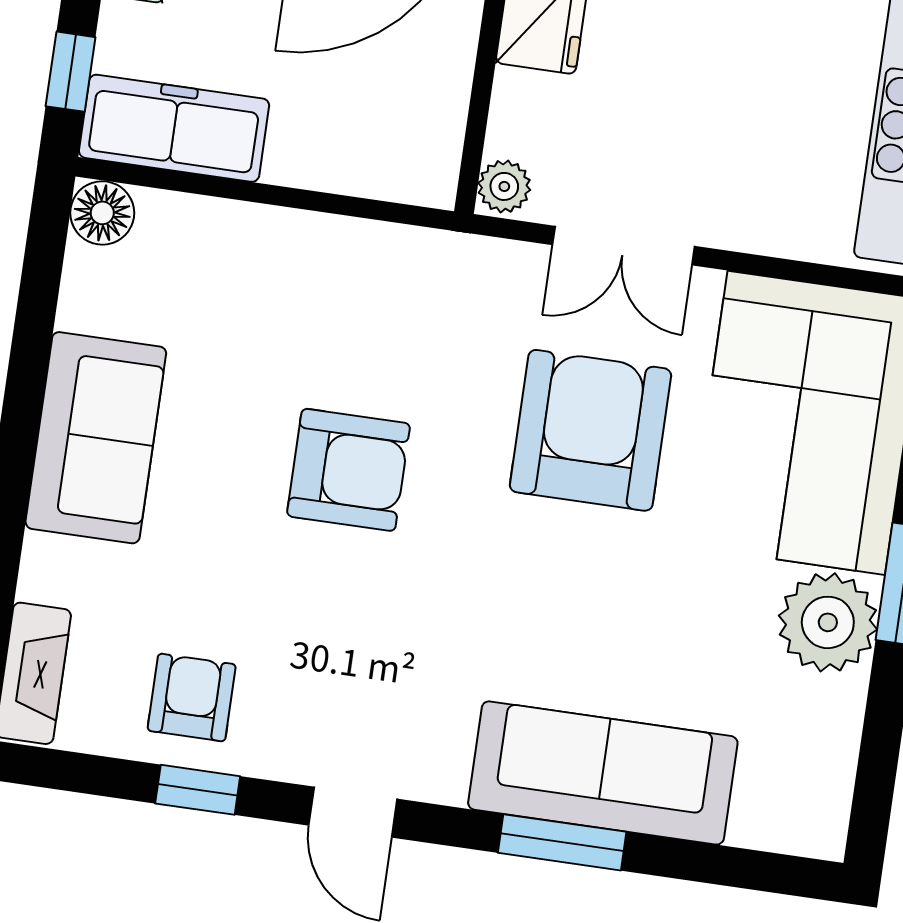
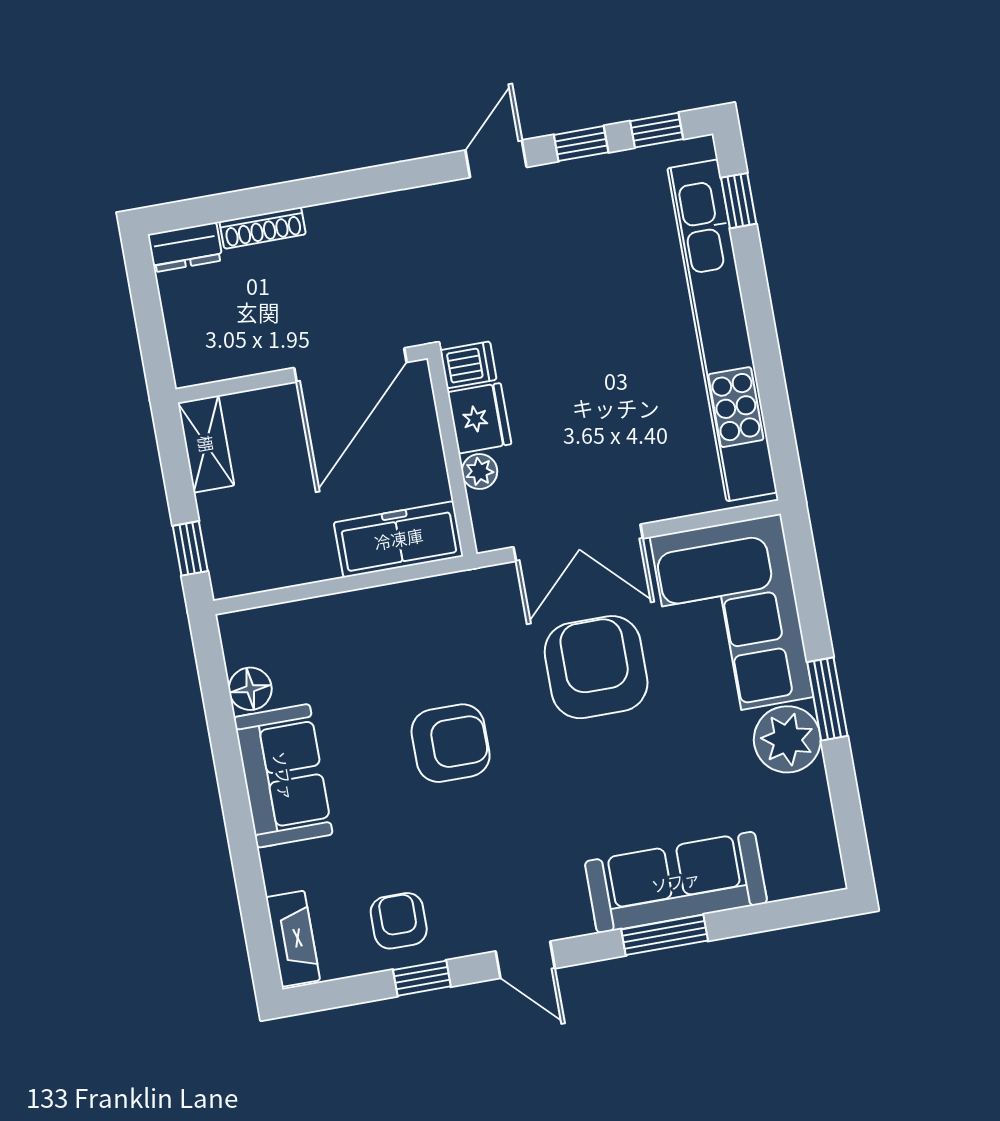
freezer: (174, 128) -> (399, 539), moved
plant: (504, 186) -> (480, 472), moved
floor lamp: (102, 213) -> (250, 689), moved
double door: (623, 246) -> (578, 543), width x1.37

